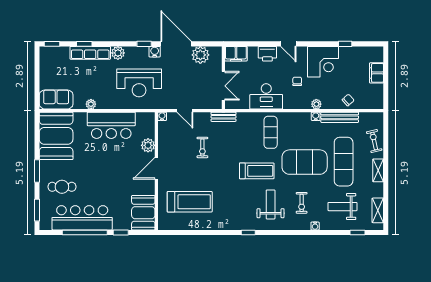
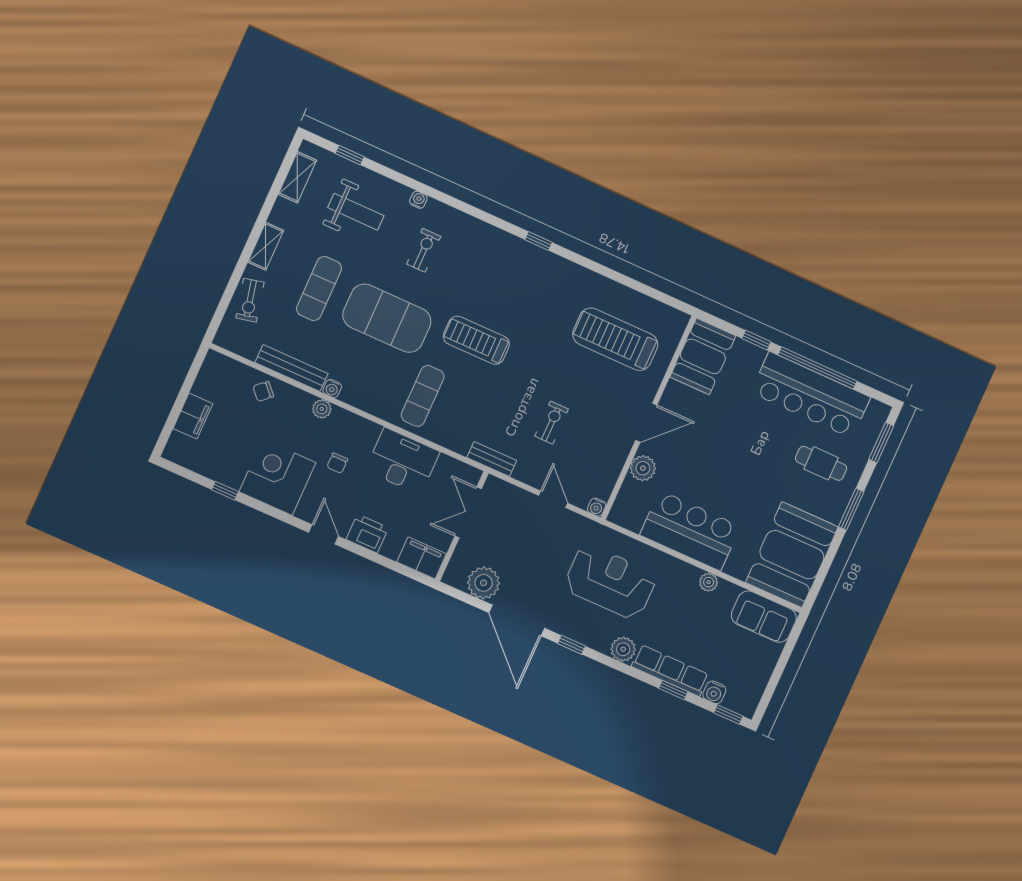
water cooler: (155, 52) -> (714, 692), moved
exercise mat: (344, 162) -> (319, 289), width x0.73, depth x0.69
weight bench: (271, 204) -> (479, 272), removed

